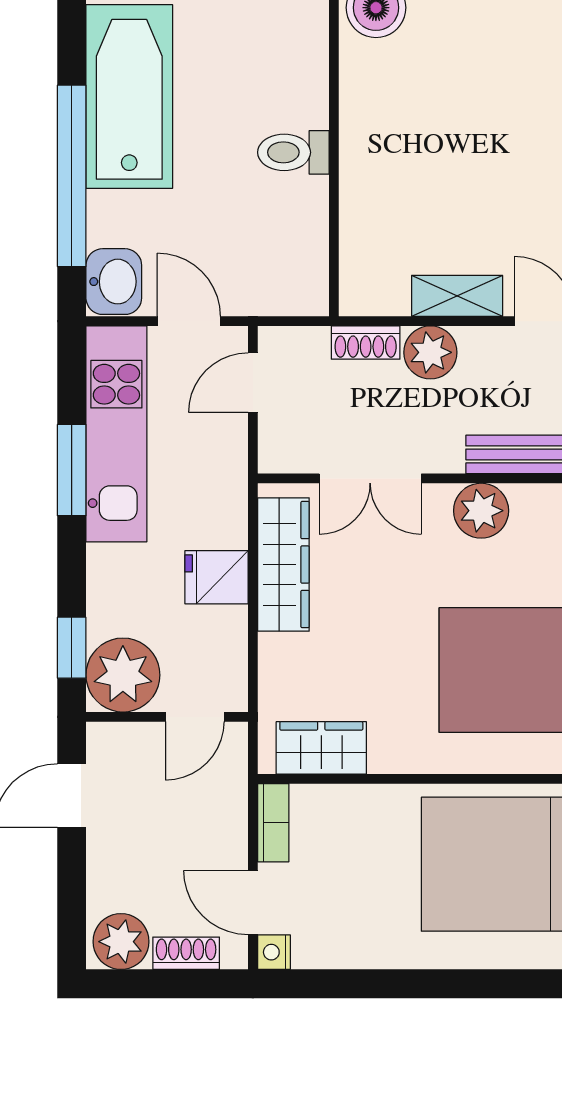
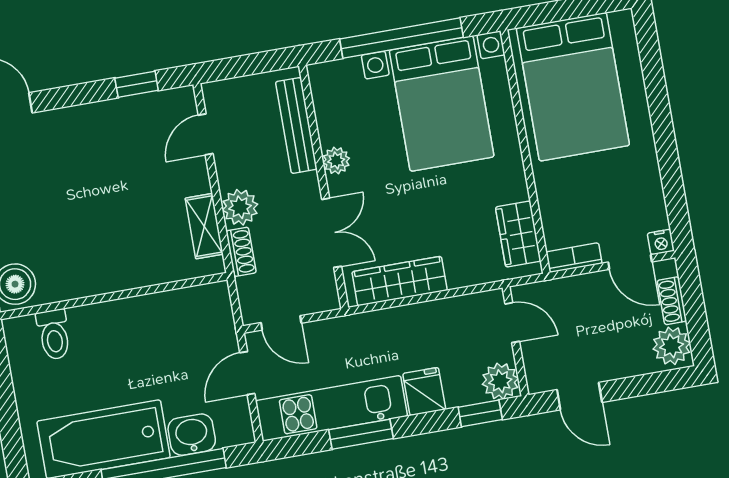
toilet: (293, 152) -> (54, 334), moved
washbasin: (114, 282) -> (192, 435), moved
shelving: (457, 296) -> (204, 226), moved
plant: (481, 511) -> (336, 161), width x0.73, depth x0.73
fridge: (216, 577) -> (424, 391), moved, turned 180
plant: (123, 675) -> (500, 381), width x0.73, depth x0.73
door: (253, 902) -> (630, 262), hinge flipped

